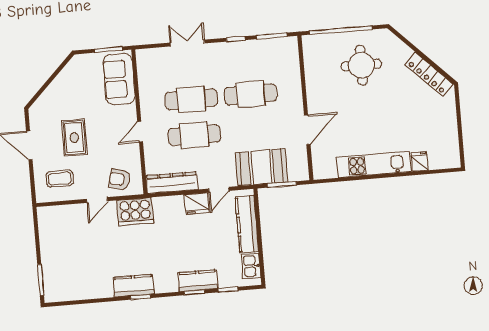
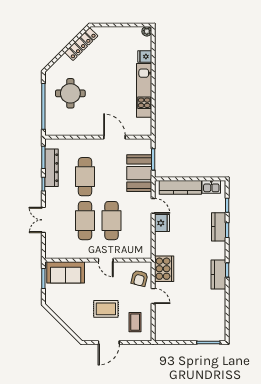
plant: (454, 161) -> (147, 31), added
dresser: (172, 183) -> (51, 168), moved, turned 180

